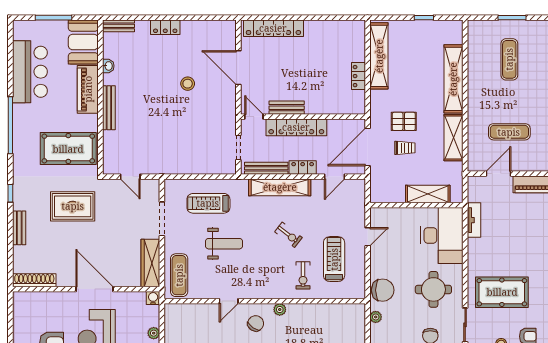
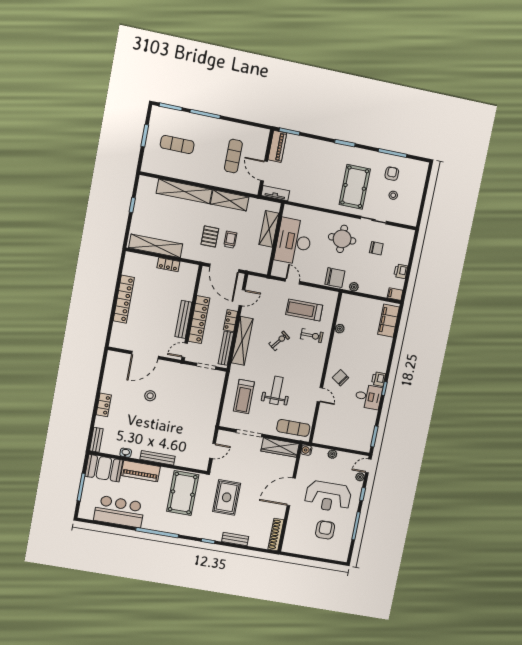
locker: (273, 28) -> (124, 299), moved
bench: (287, 108) -> (183, 319), width x1.36
door: (334, 177) -> (242, 298), hinge flipped
tv unit: (474, 220) -> (275, 193), moved
desk: (442, 235) -> (294, 241), moved, turned -90
chair: (383, 290) -> (335, 278), turned 90
plant: (280, 310) -> (340, 329), moved

